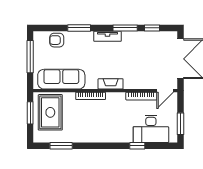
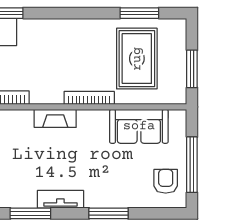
armchair: (57, 40) -> (166, 181), moved, turned -90
sofa: (61, 79) -> (139, 126), width x0.73
rug: (50, 112) -> (137, 59), moved

